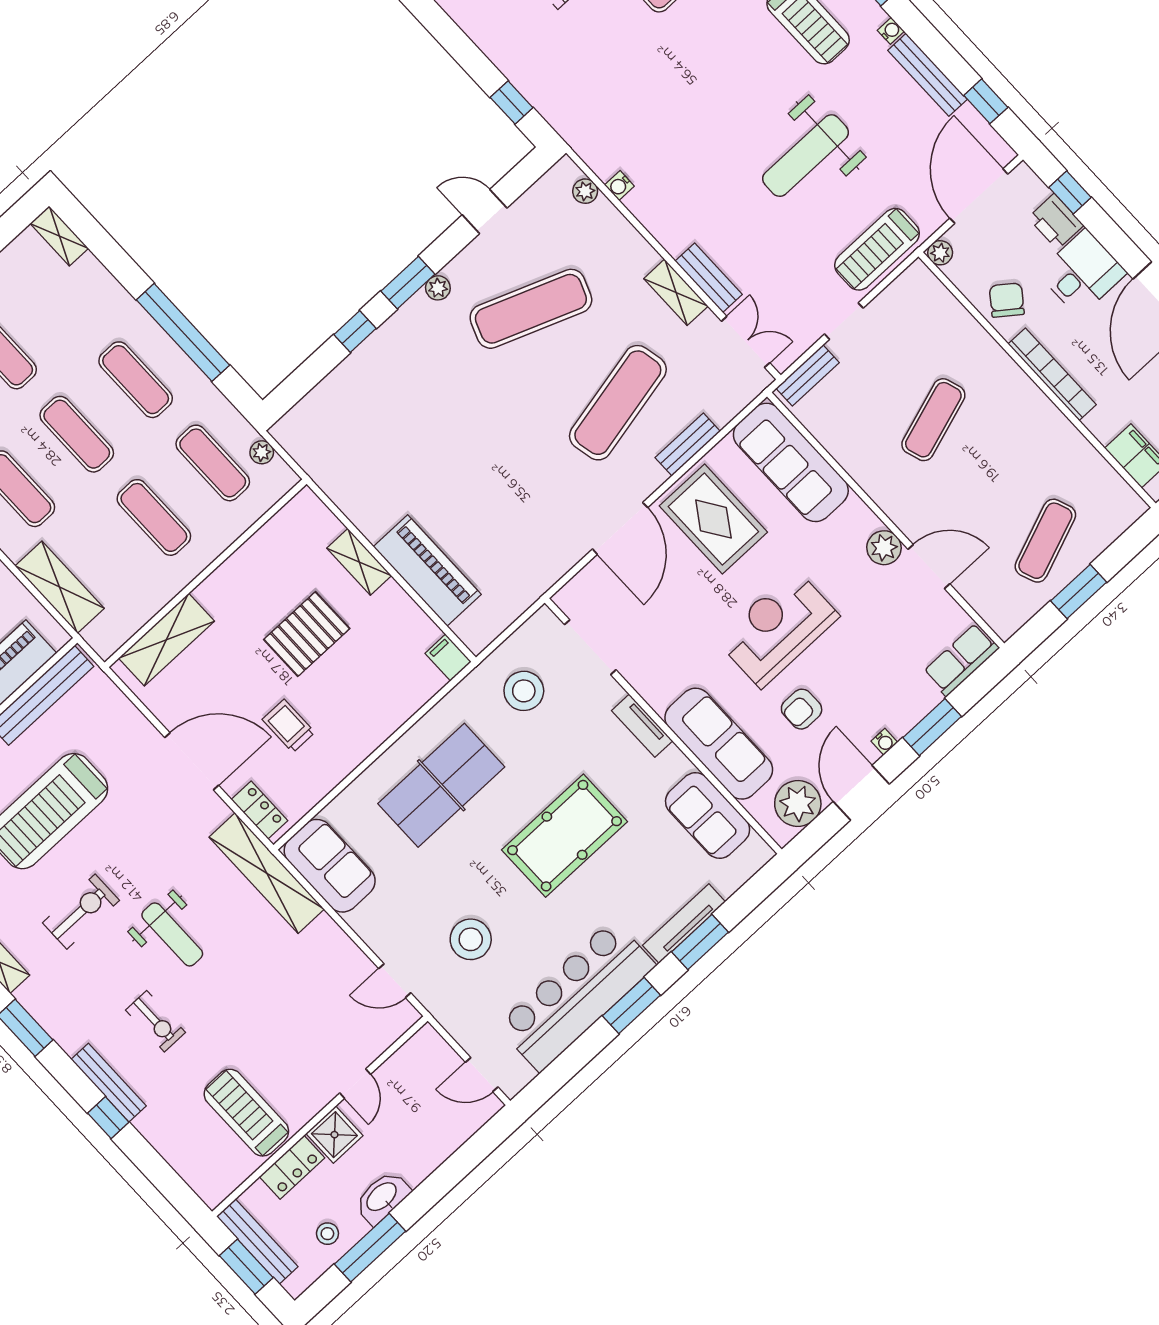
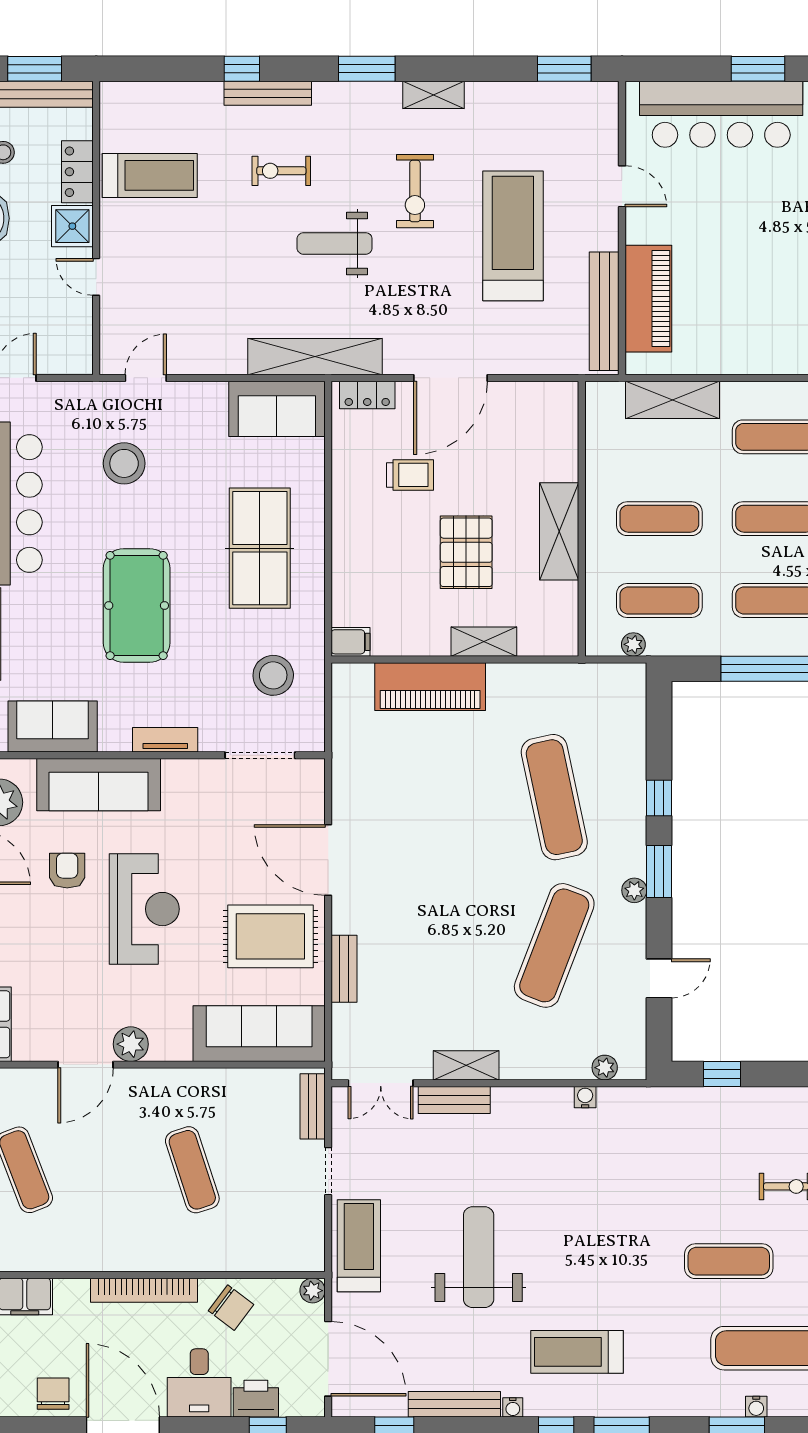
exercise mat: (618, 403) -> (554, 797), moved
shelving: (167, 640) -> (559, 531), moved

